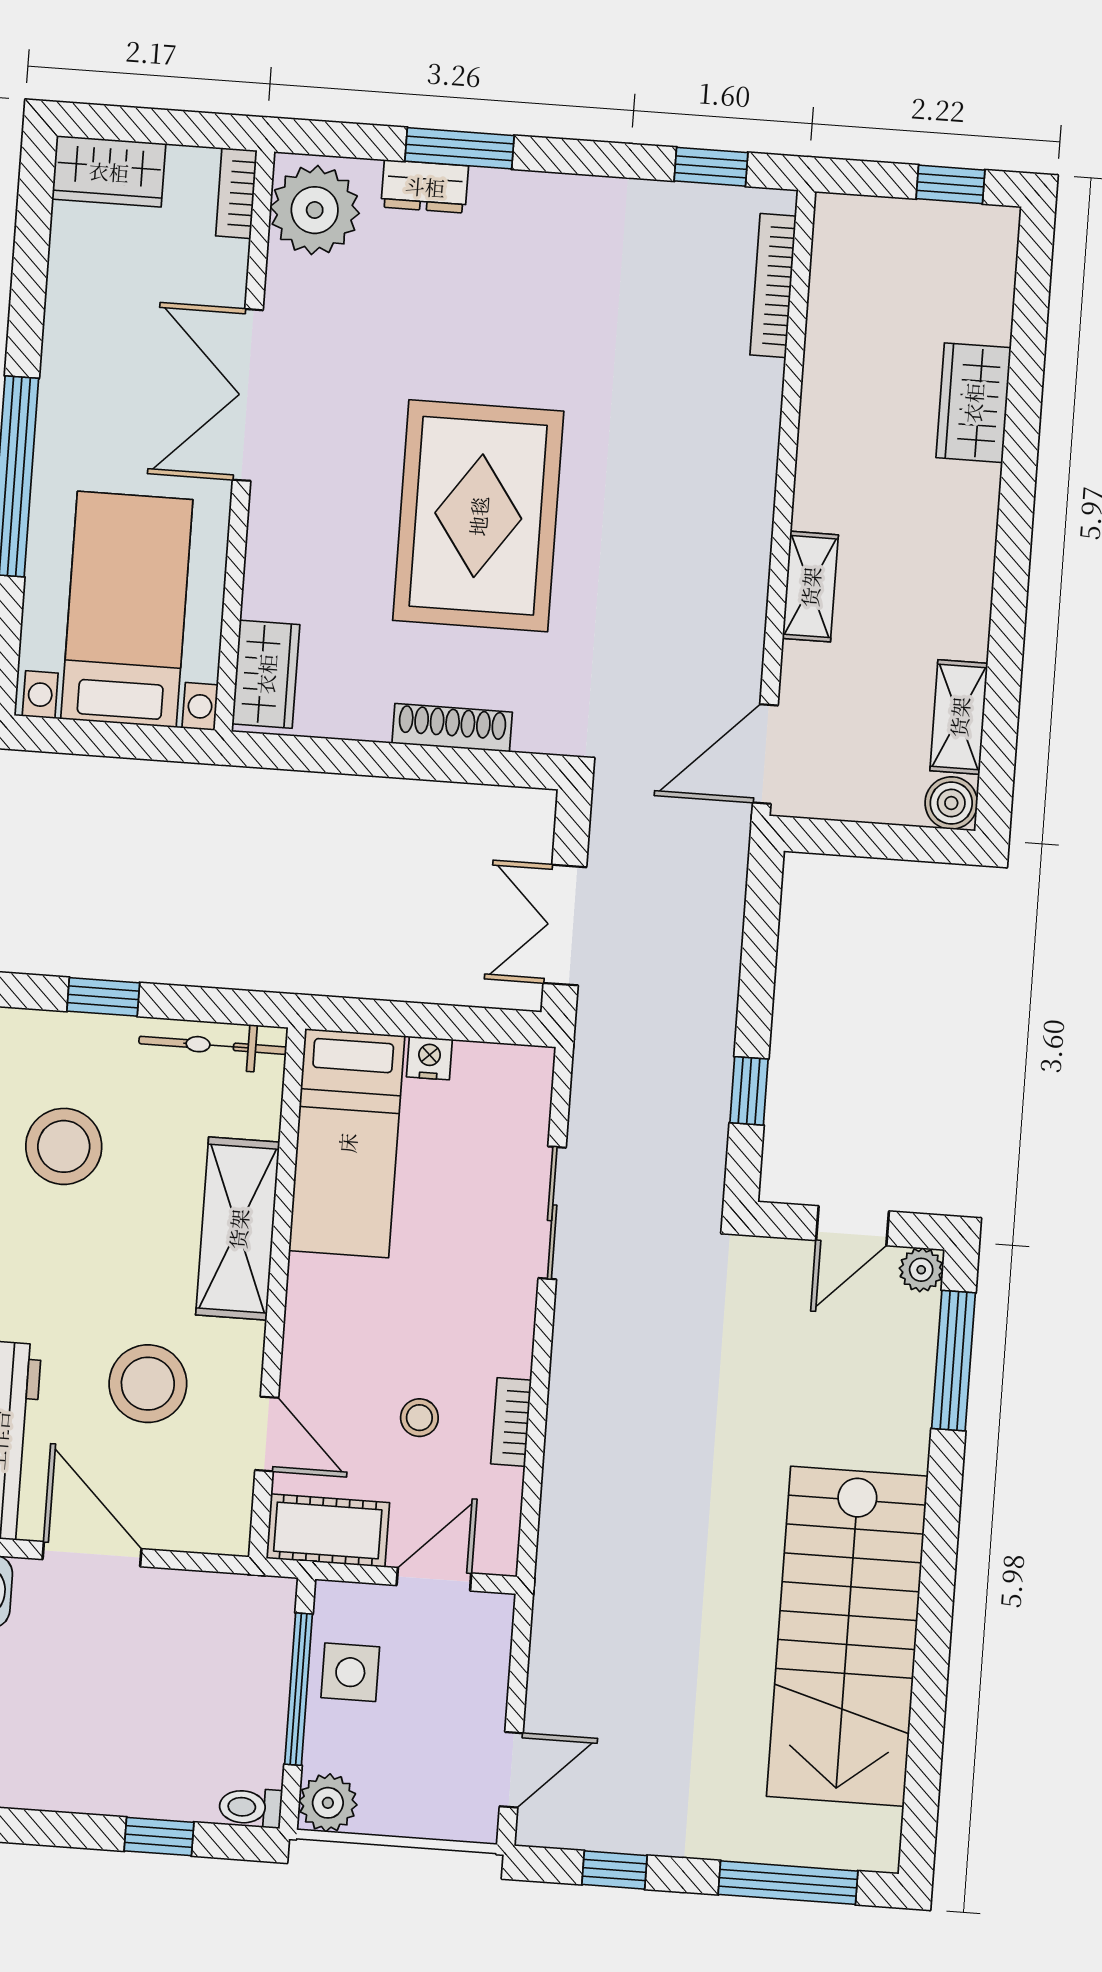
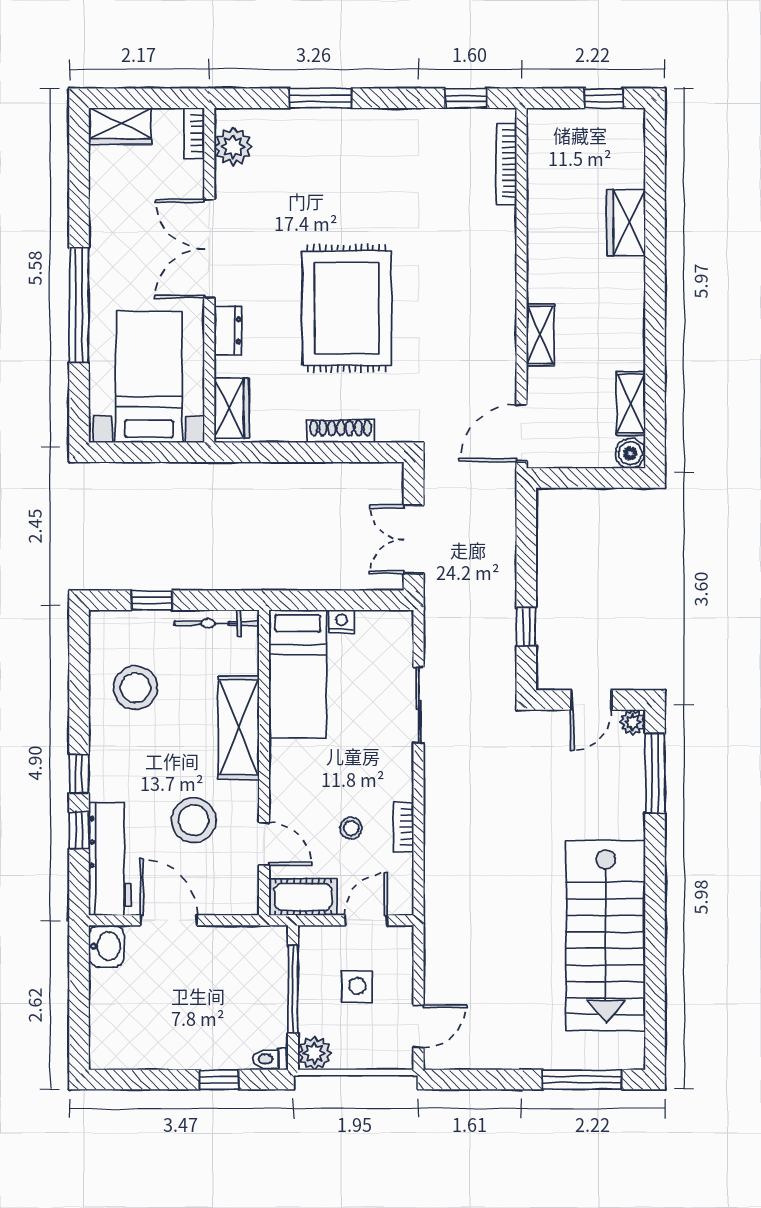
dresser: (425, 186) -> (228, 331), moved, turned -90
plant: (315, 210) -> (233, 147), width x0.73, depth x0.73
side table: (350, 1672) -> (357, 986), moved
window: (614, 1870) -> (482, 1080), removed

